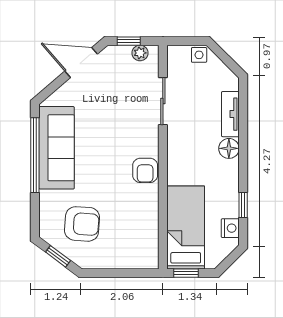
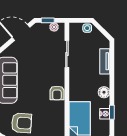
floor lamp: (229, 148) -> (104, 92), moved
nightstand: (230, 228) -> (105, 114), moved

